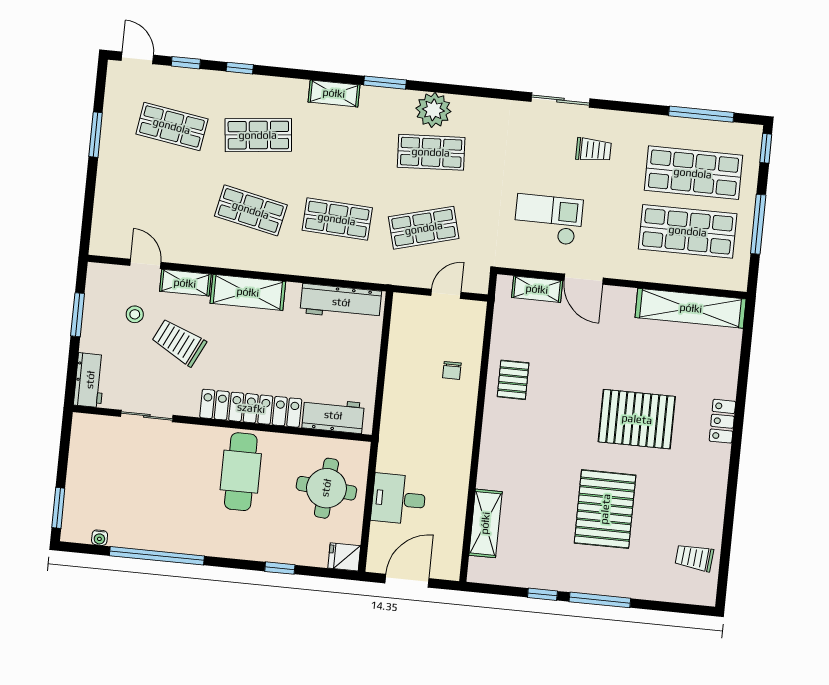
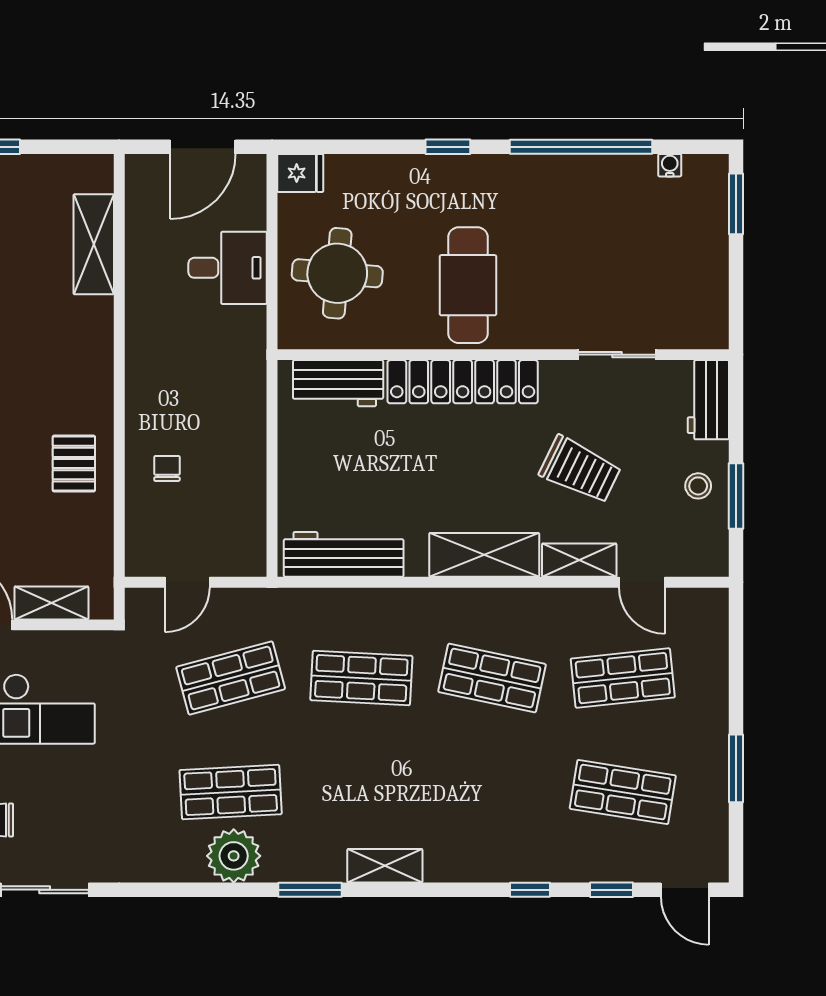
shop shelf: (258, 135) -> (623, 678), moved
stool: (135, 314) -> (698, 486), moved
window: (280, 568) -> (448, 147), moved

